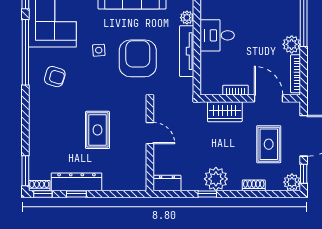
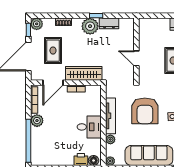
door: (269, 98) -> (53, 83), hinge flipped
wardrobe: (225, 112) -> (84, 73), width x1.50
dresser: (167, 183) -> (109, 23), moved

